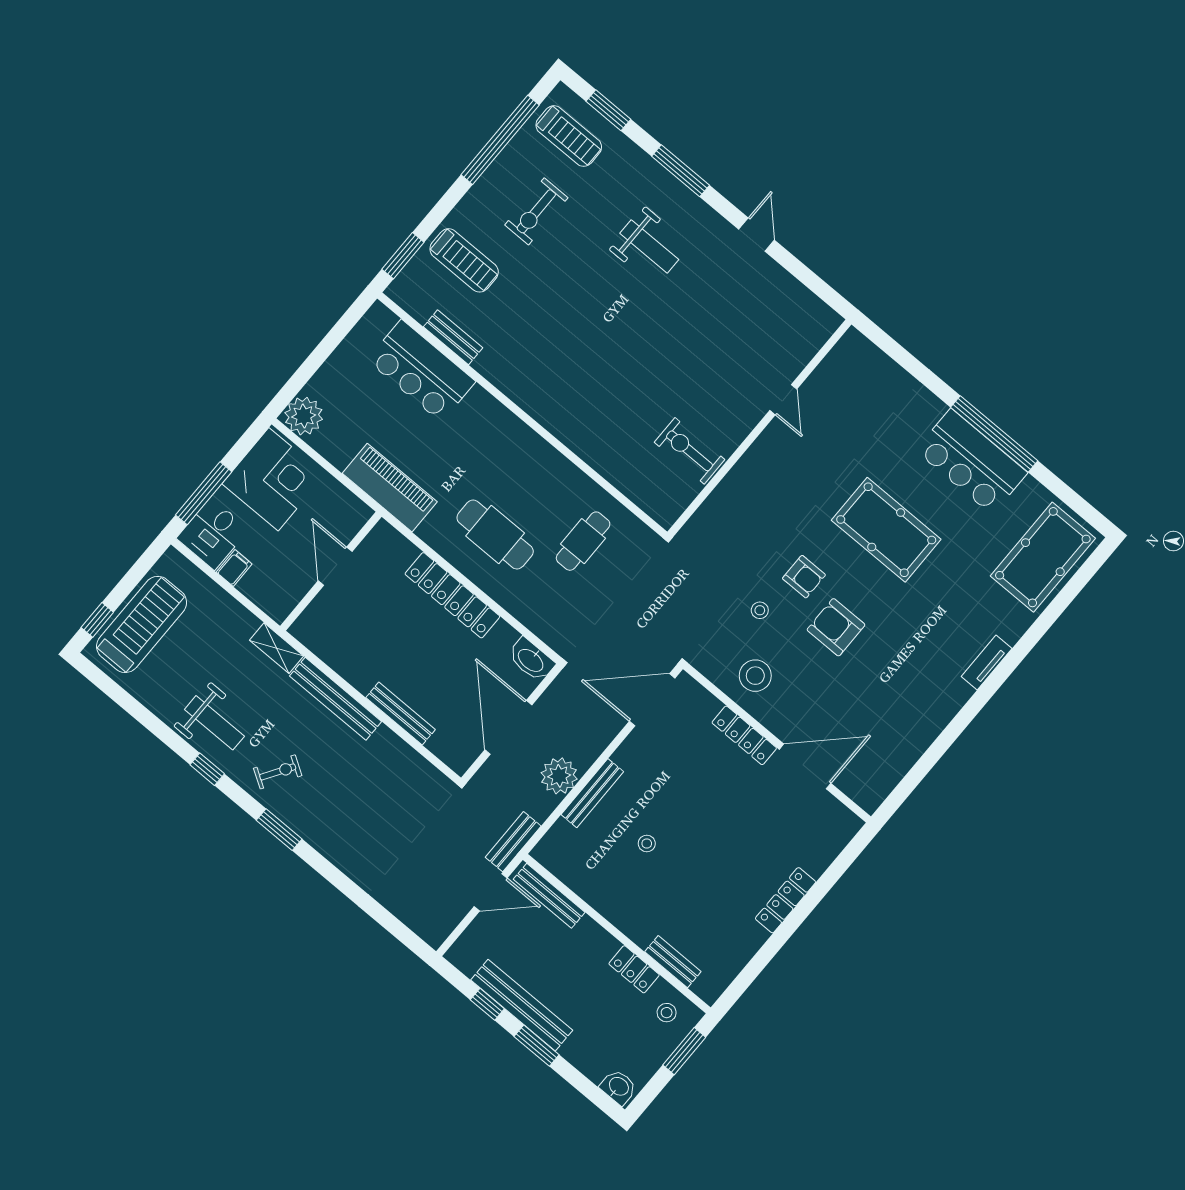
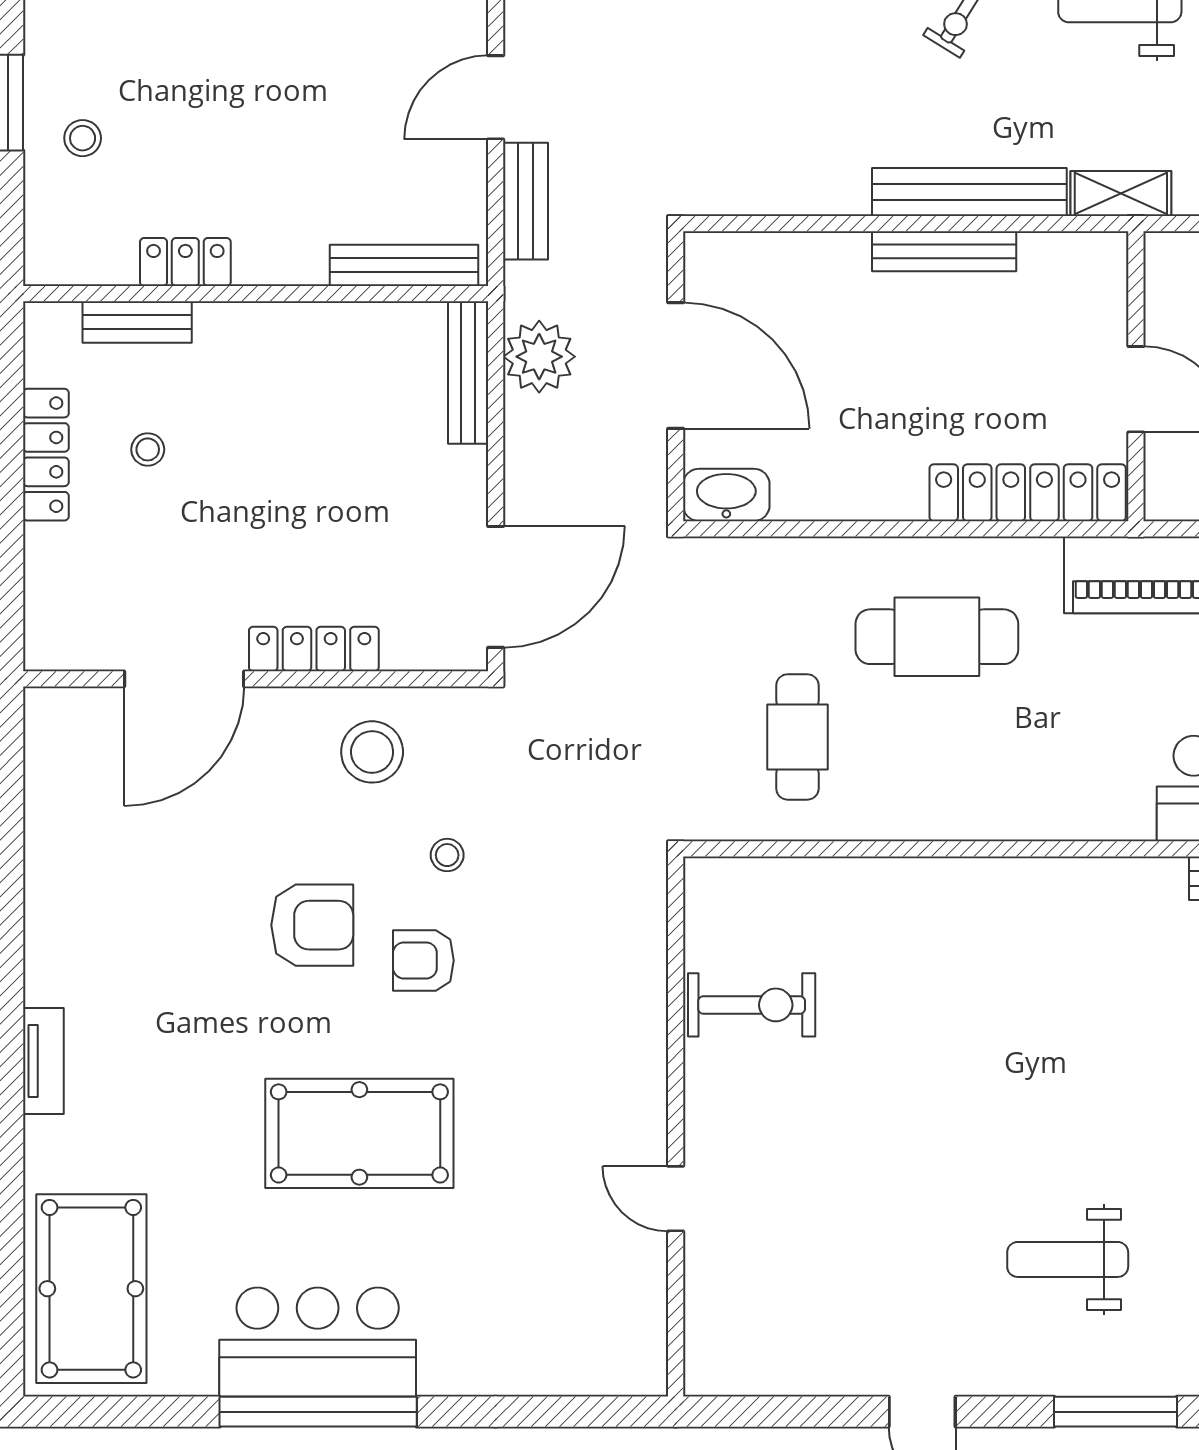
locker: (452, 595) -> (1028, 493), moved
bench: (401, 714) -> (944, 251), moved
stool: (647, 843) -> (148, 449), moved
bench: (549, 896) -> (404, 265), moved
wall: (617, 934) -> (256, 294), moved
bench: (673, 962) -> (137, 322), moved
locker: (634, 969) -> (185, 262), moved

